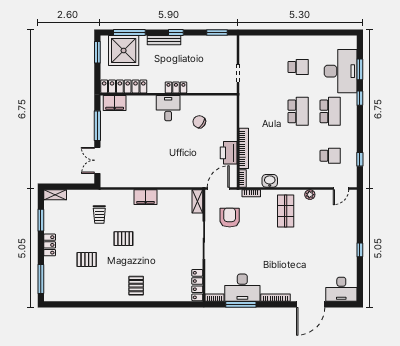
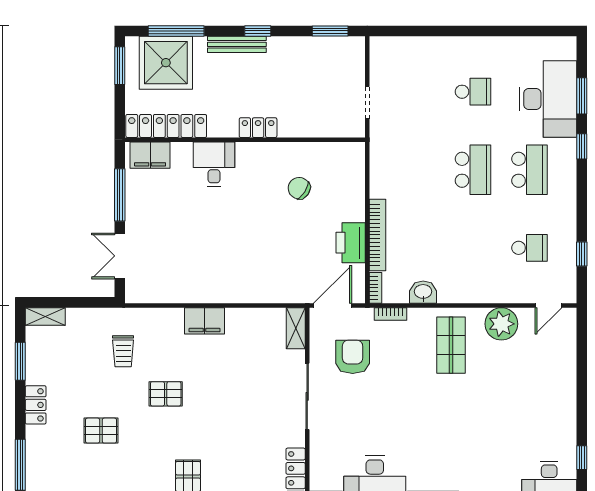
desk: (168, 108) -> (214, 164), moved
plant: (310, 195) -> (501, 324), width x1.87, depth x1.87
window: (360, 250) -> (582, 458), moved

